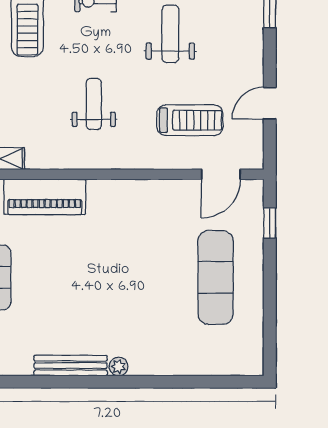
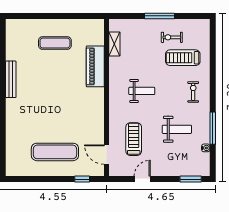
door: (270, 103) -> (142, 179), hinge flipped
treadmill: (190, 120) -> (134, 139), turned 180
plant: (118, 367) -> (10, 103), removed

